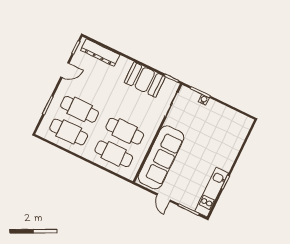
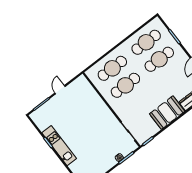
booth: (145, 80) -> (167, 113), moved
sofa: (161, 157) -> (92, 103), removed
kitchen unit: (212, 192) -> (59, 146), moved
door: (164, 198) -> (60, 90), hinge flipped

